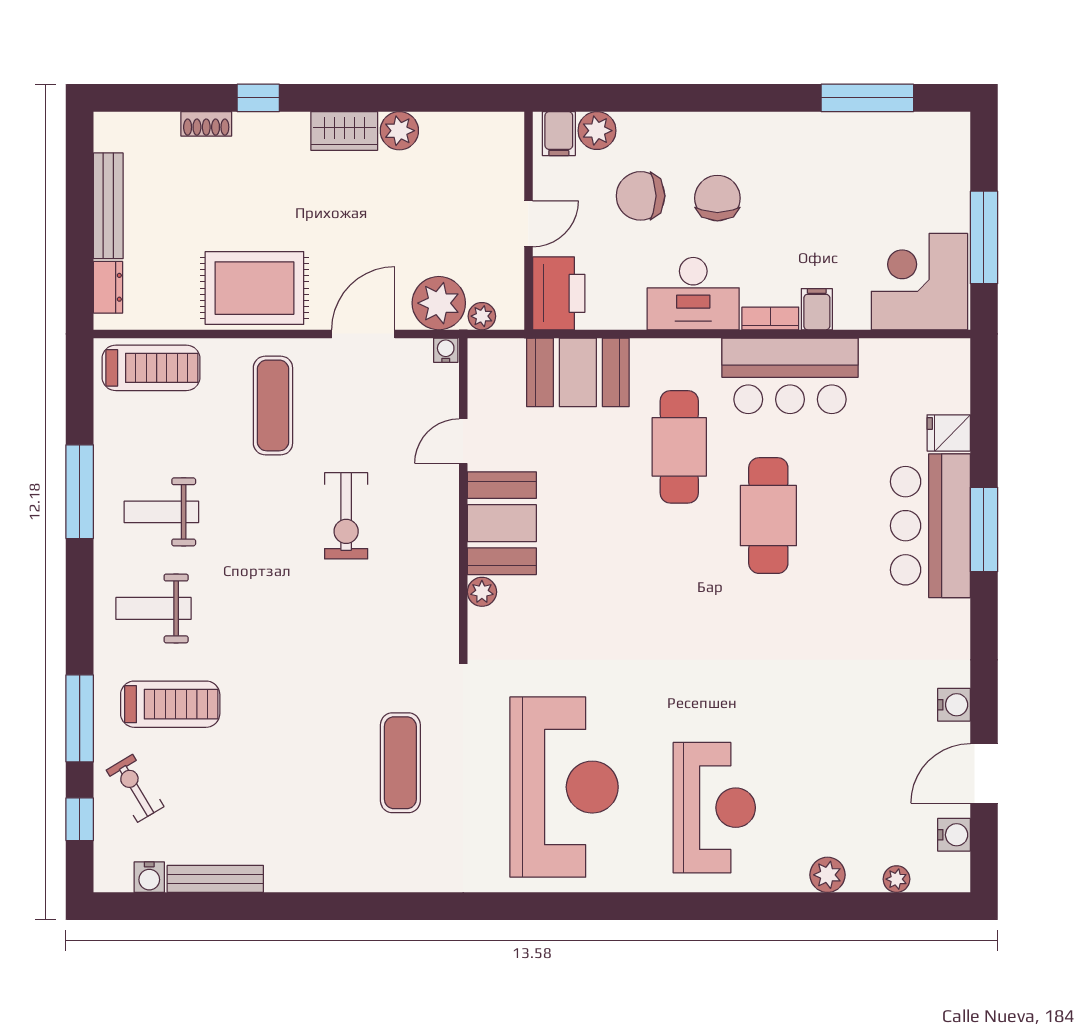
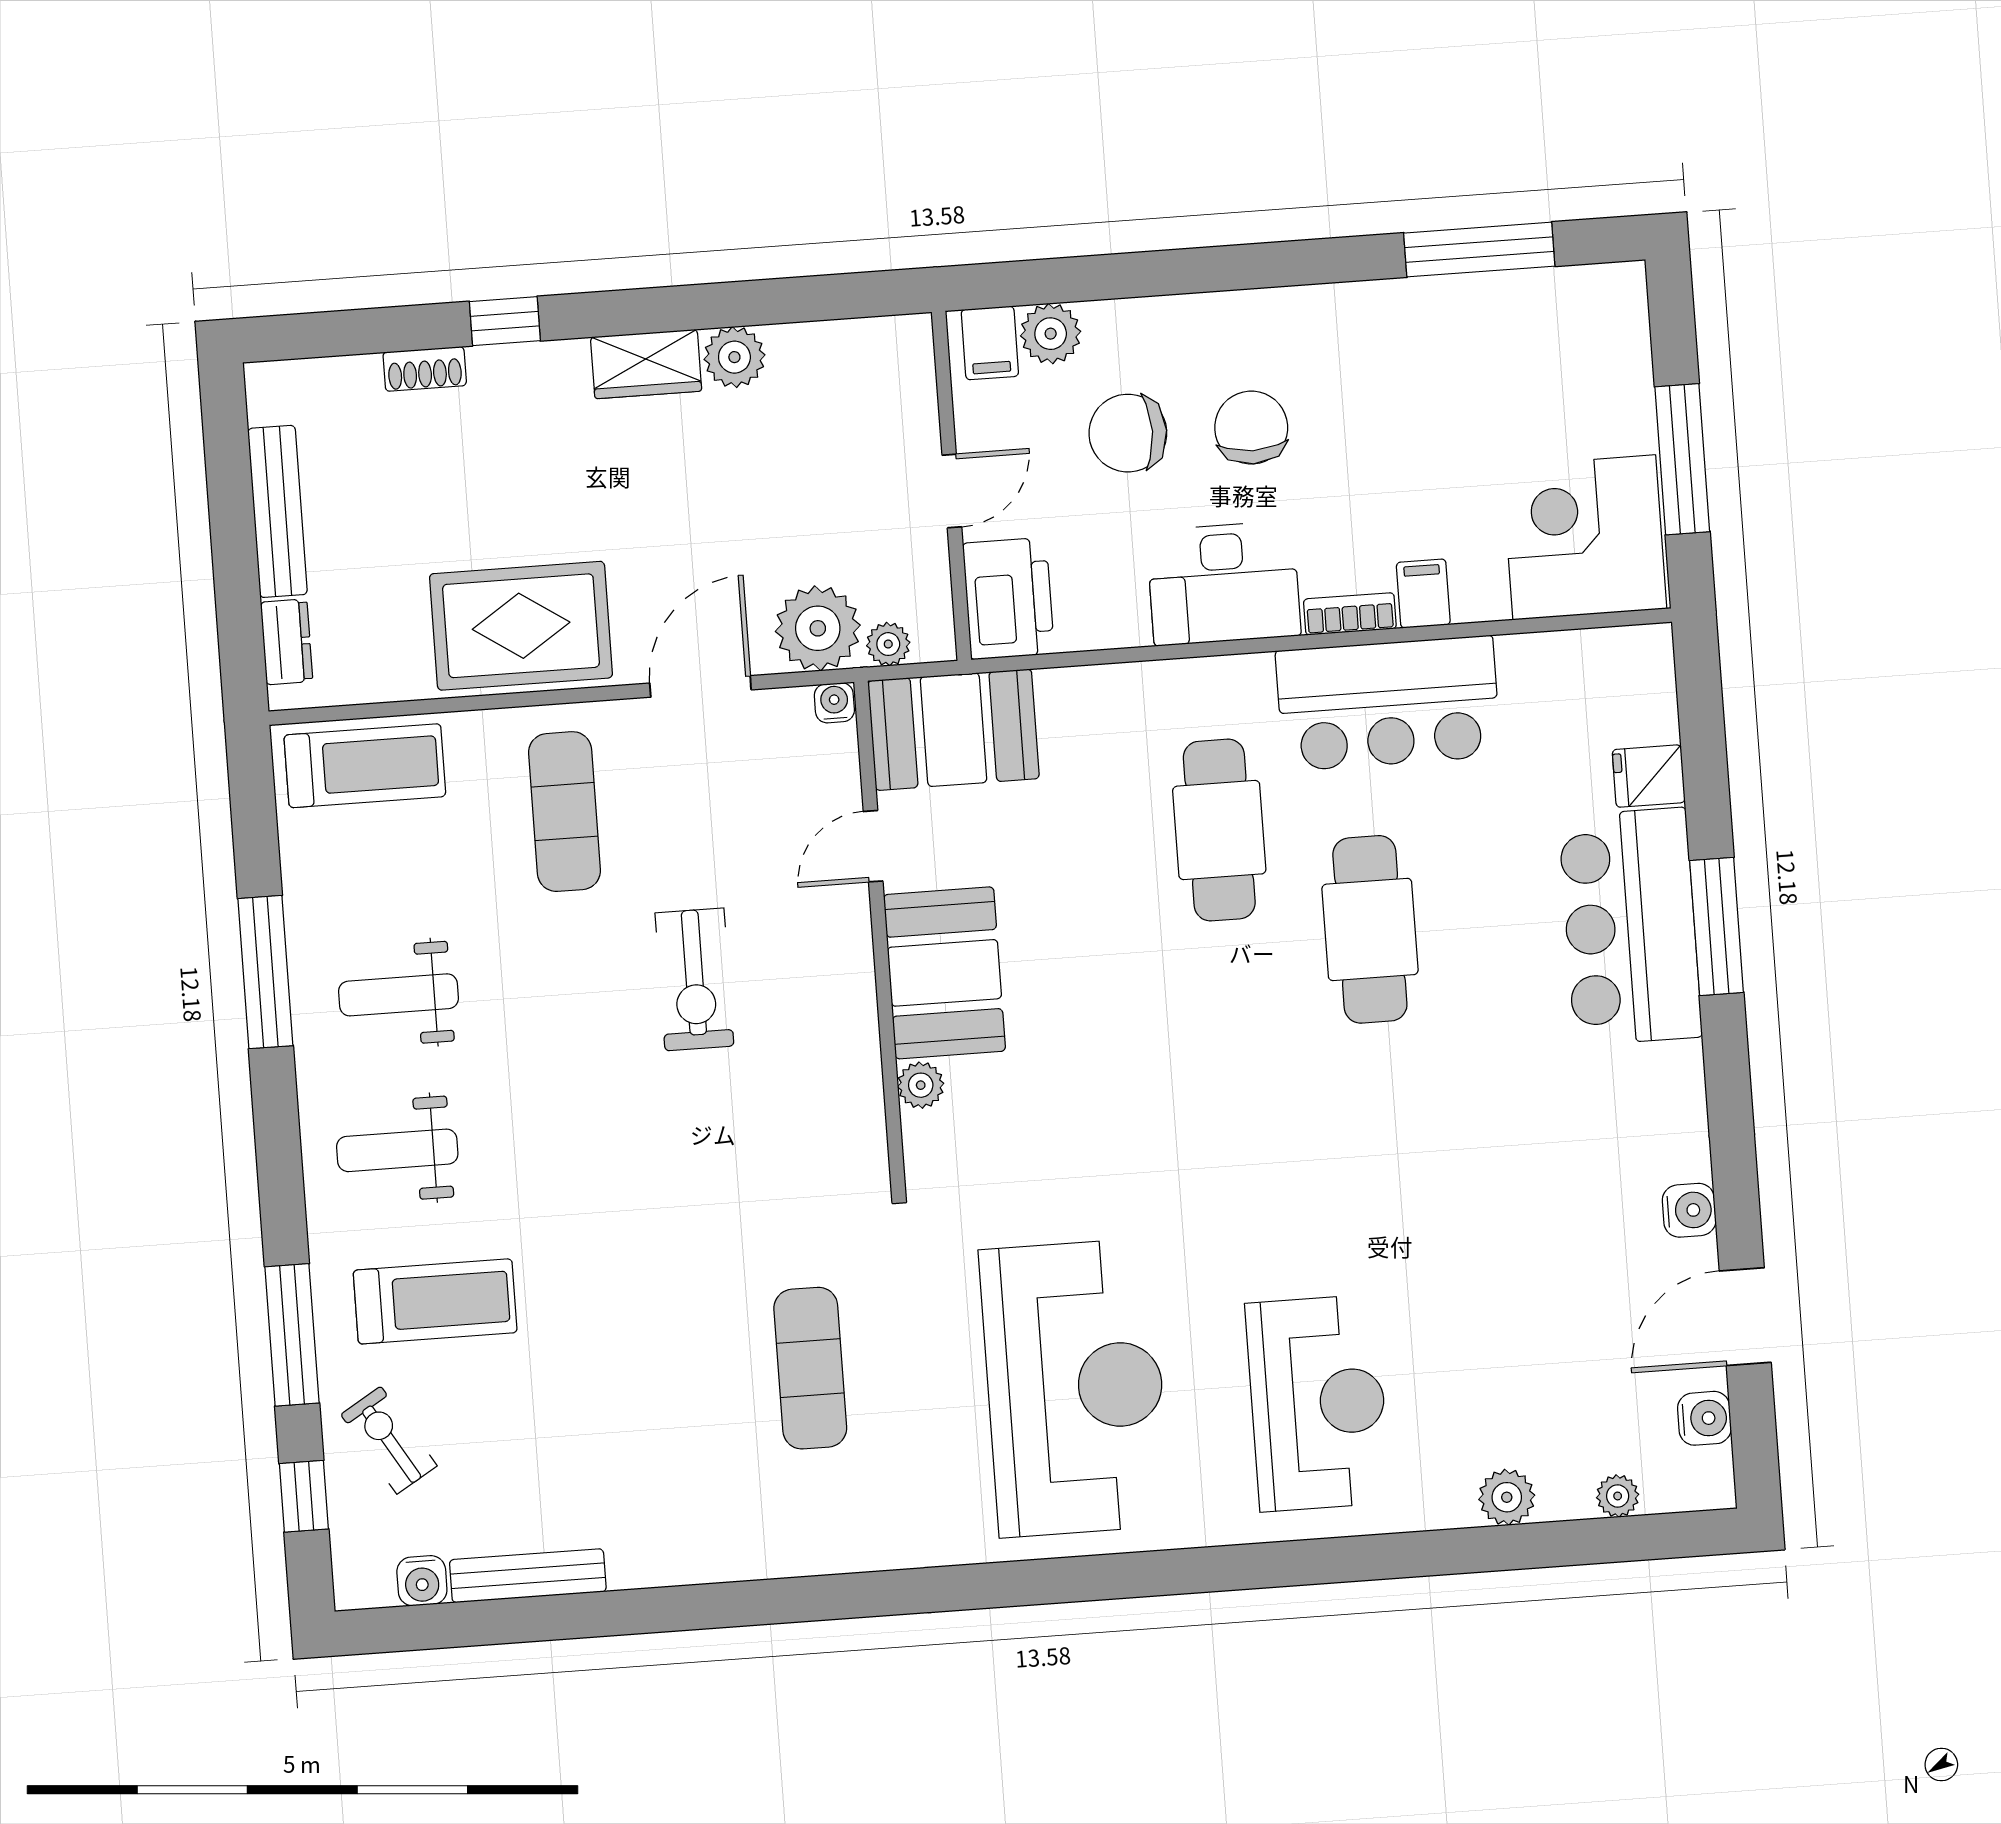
booth: (578, 372) -> (953, 730), moved

